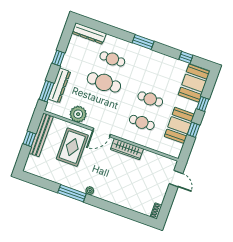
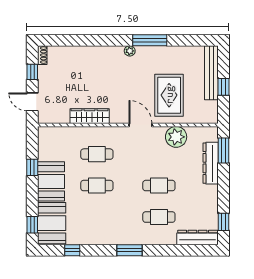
window: (58, 58) -> (223, 222), moved
cafe table: (104, 82) -> (159, 186), width x0.73, depth x0.74
window: (203, 104) -> (32, 225), moved
booth: (179, 125) -> (51, 181), moved
door: (102, 133) -> (140, 125), hinge flipped
bench: (41, 135) -> (211, 73), moved
wardrobe: (127, 149) -> (90, 116), moved
window: (168, 201) -> (32, 72), added

